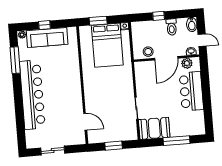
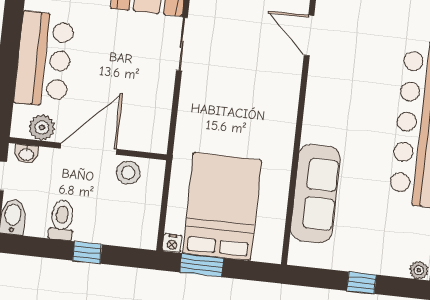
window: (98, 21) -> (202, 265), moved
sofa: (47, 37) -> (315, 194), moved, turned 90

